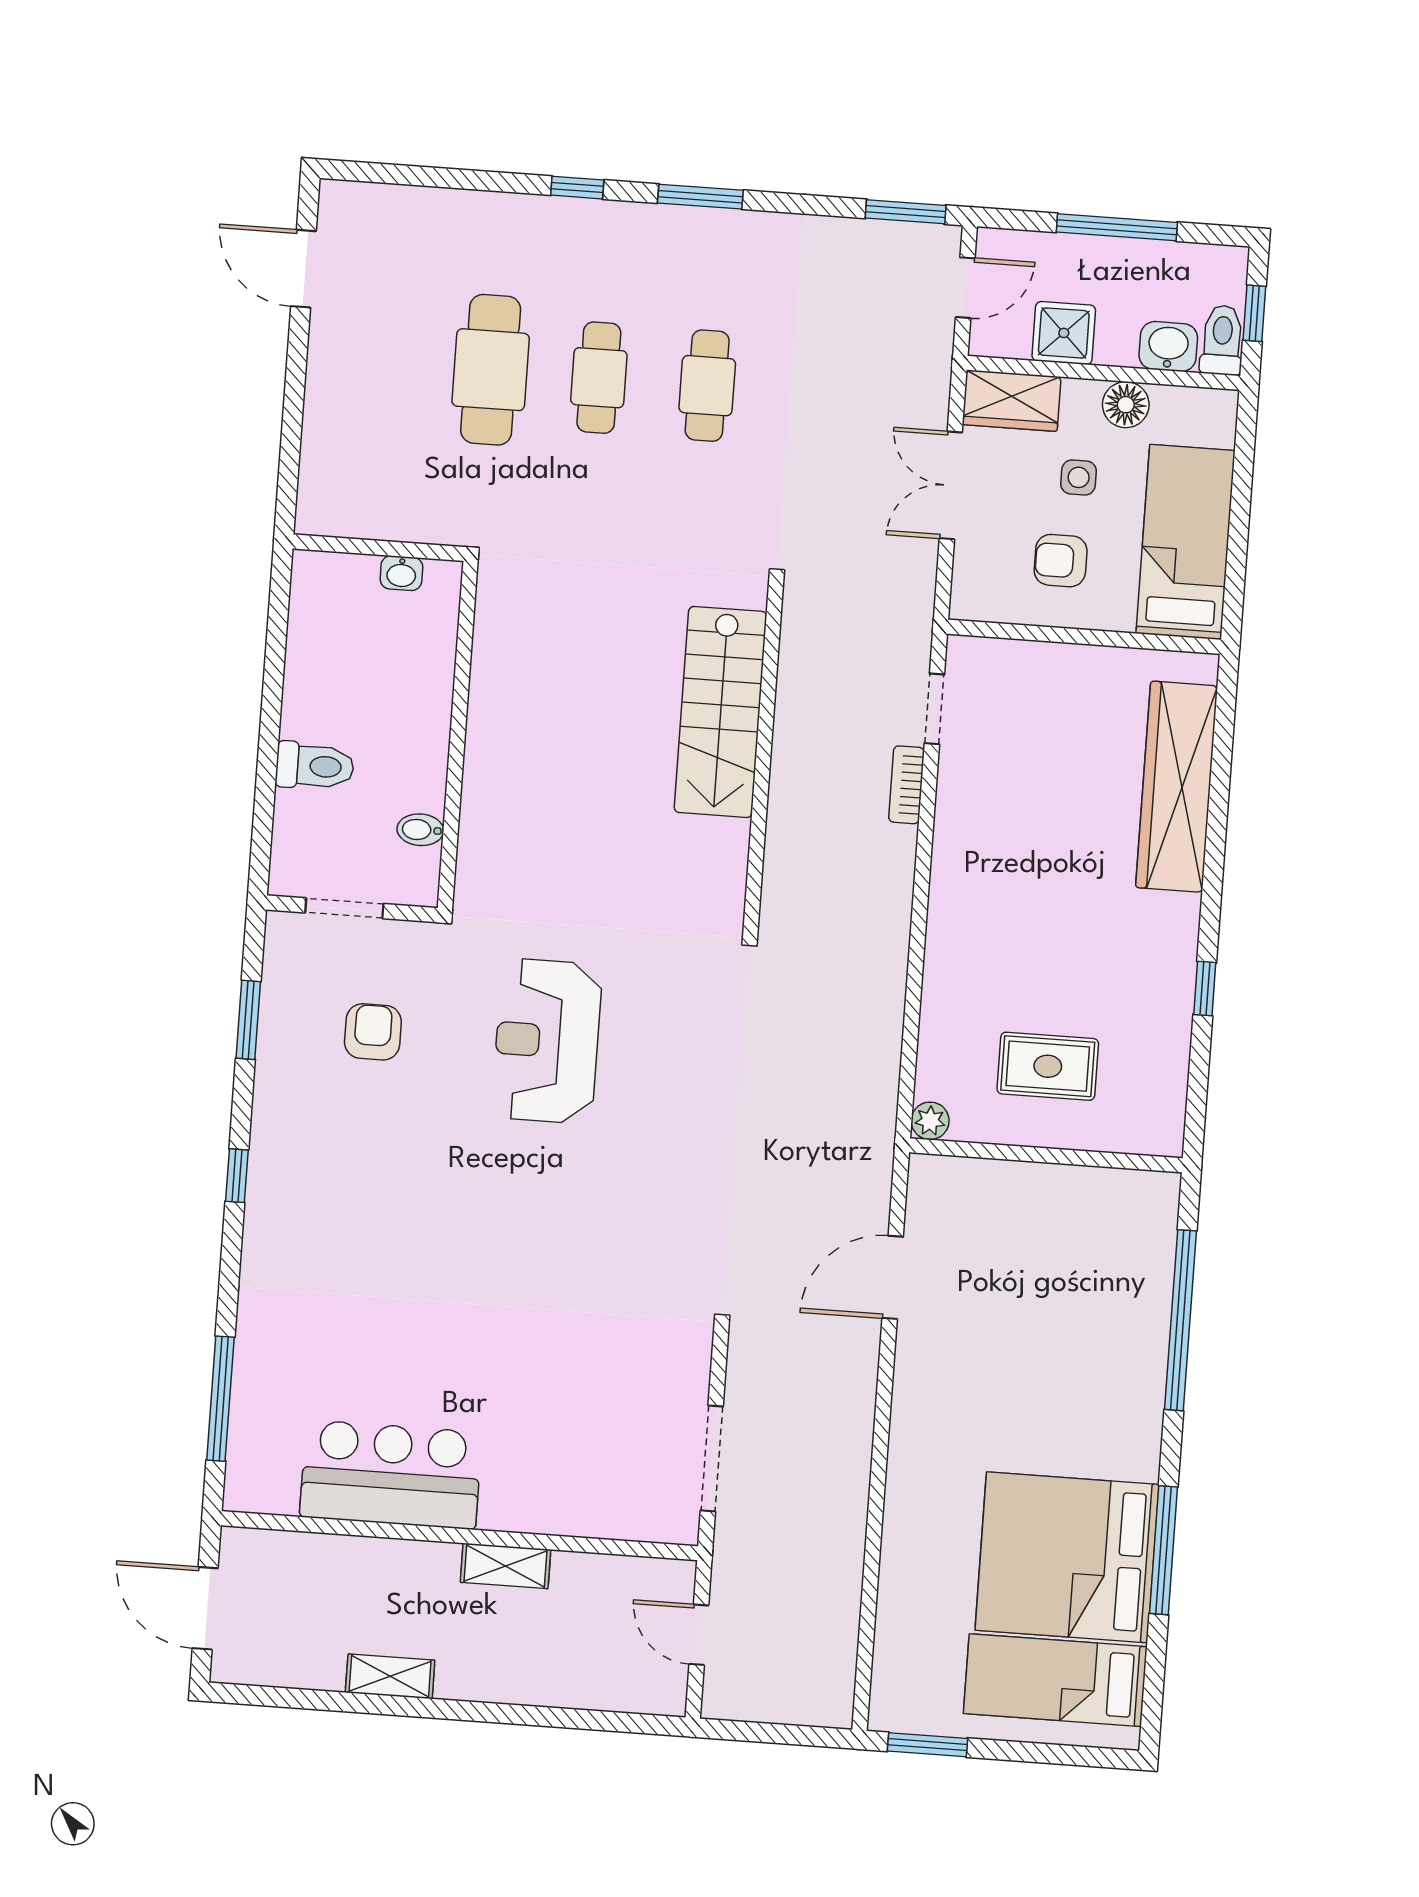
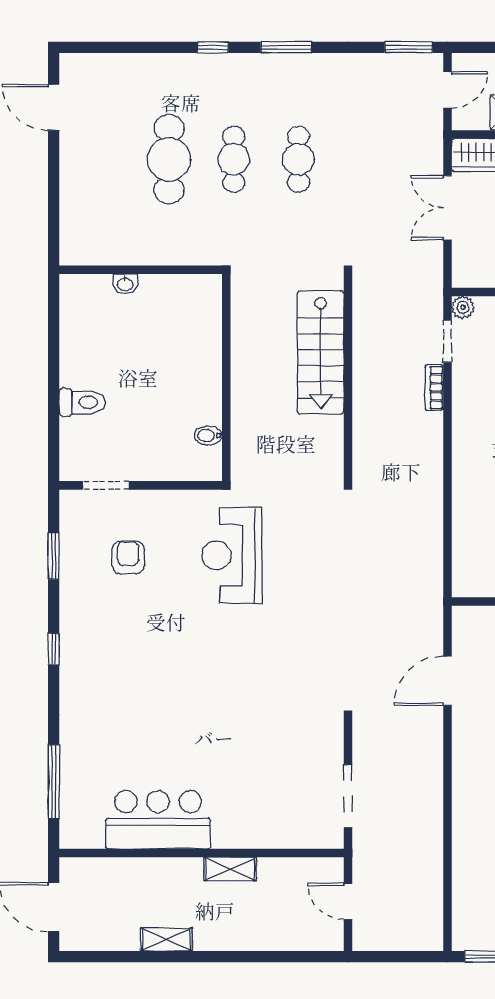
wall: (458, 735) -> (226, 378), moved
bidet: (420, 830) -> (208, 435), moved
plant: (930, 1121) -> (463, 307), moved

